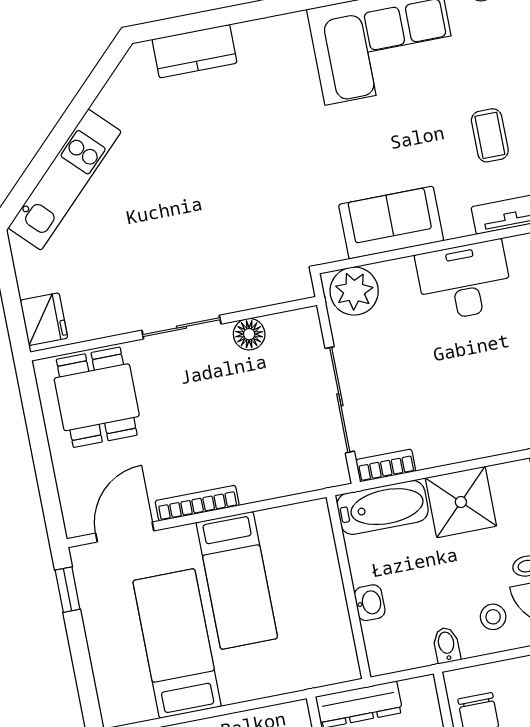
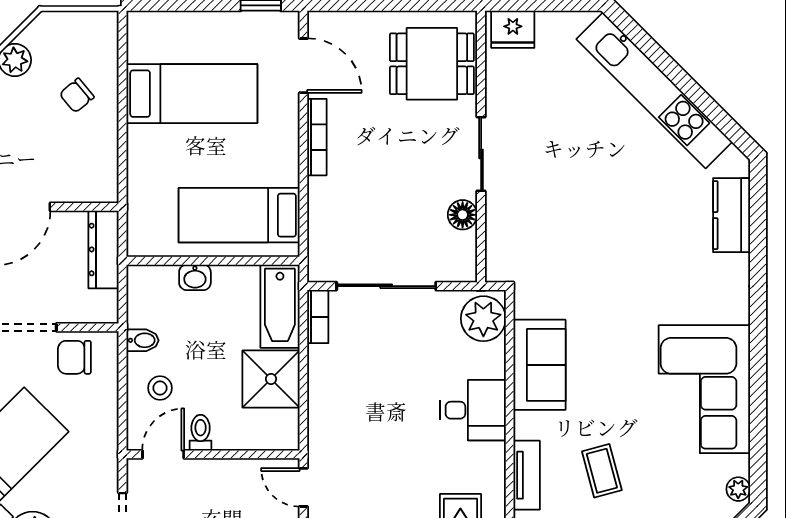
coffee table: (490, 135) -> (602, 471), turned 75
kitchen unit: (65, 180) -> (654, 90), width x1.36
desk: (464, 281) -> (473, 410), width x0.73
bed: (237, 580) -> (239, 215), moved

